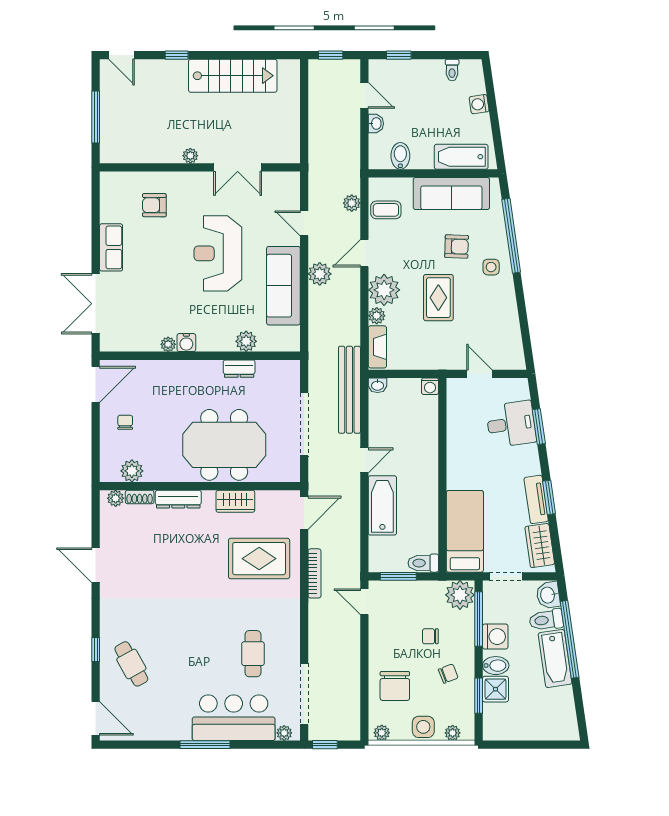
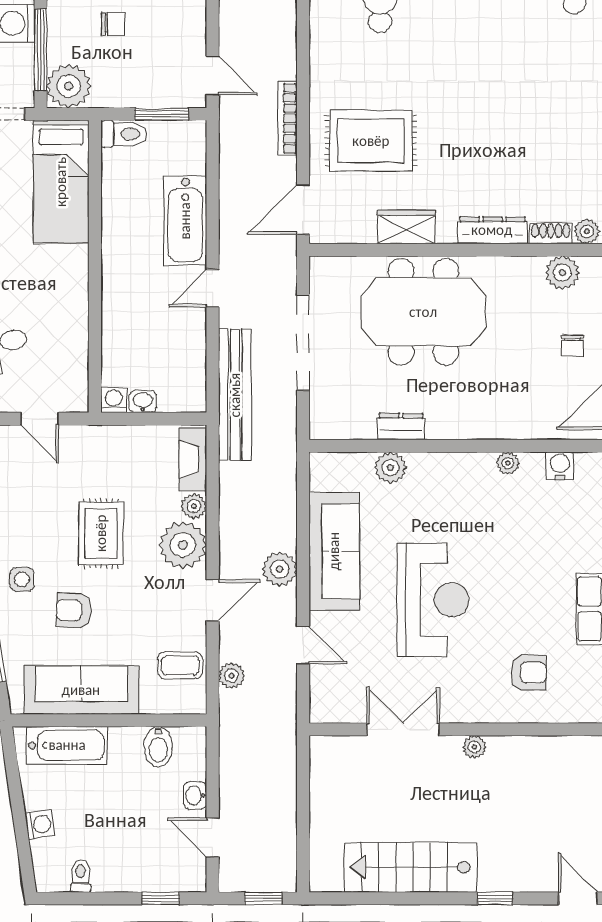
water cooler: (186, 343) -> (560, 466), moved
washbasin: (378, 385) -> (143, 401), moved

